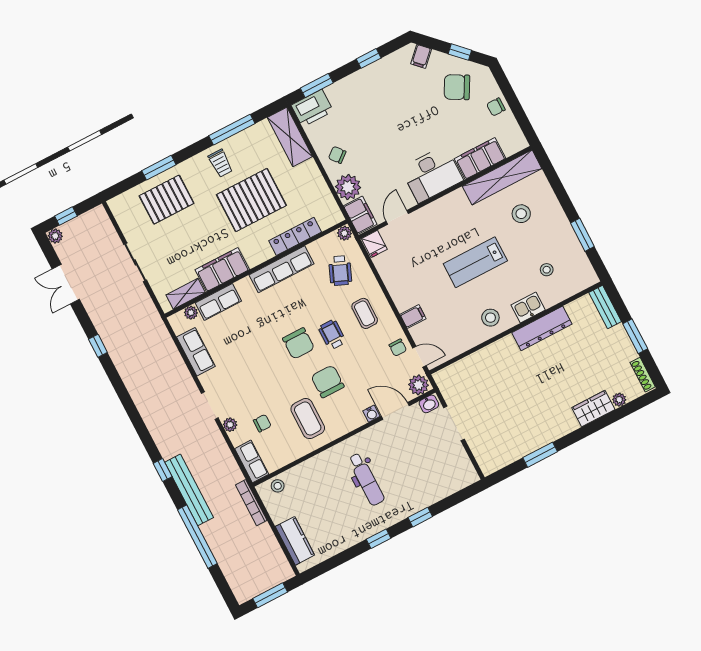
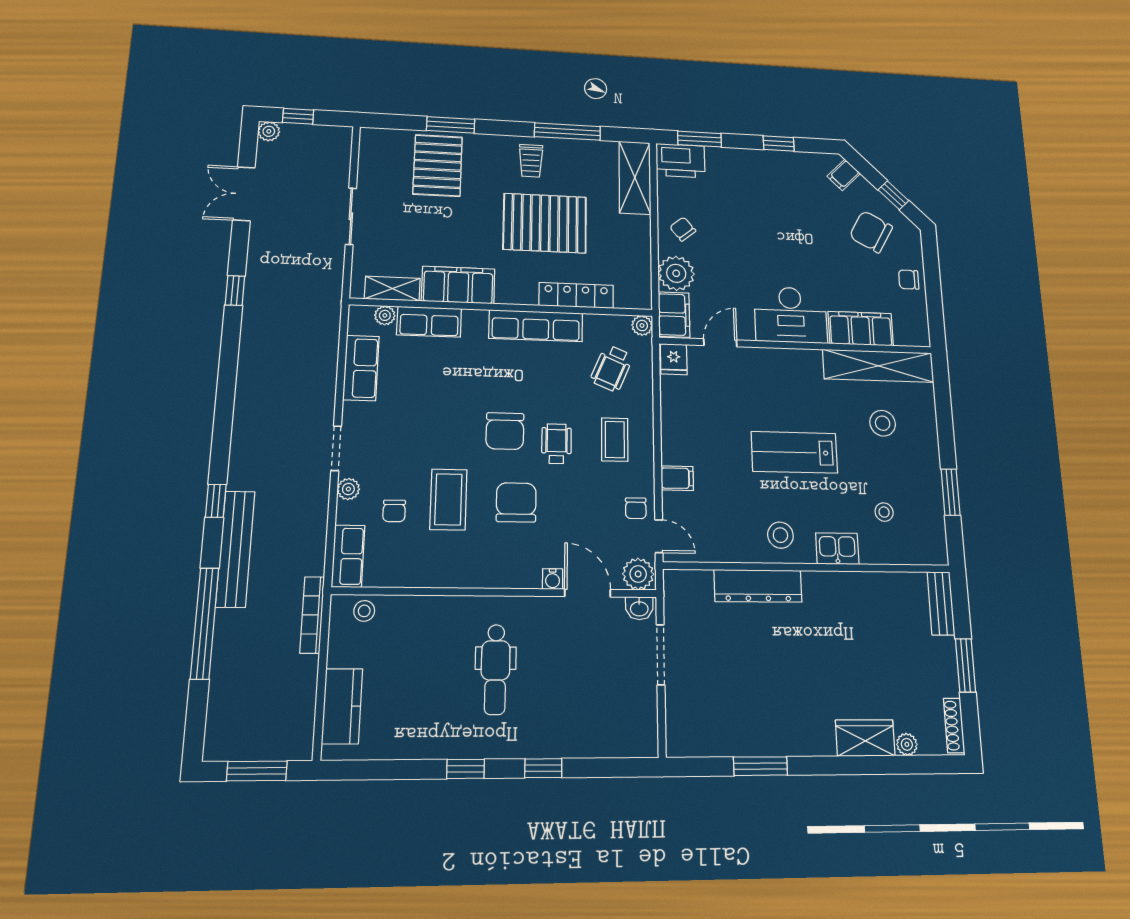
pallet: (167, 200) -> (438, 165), turned 90
dresser: (542, 328) -> (758, 586), moved
coffee table: (308, 419) -> (448, 499), moved
chair: (262, 423) -> (394, 511), turned 90

